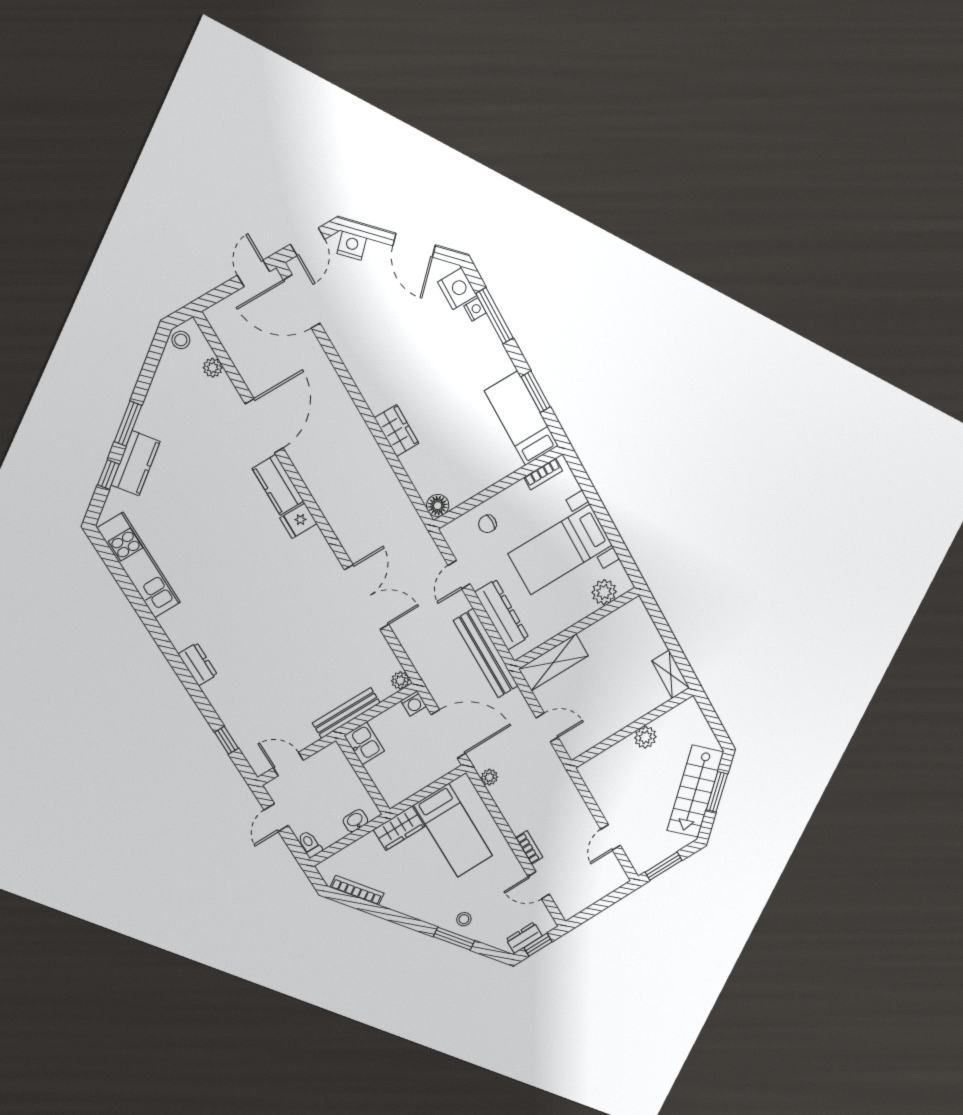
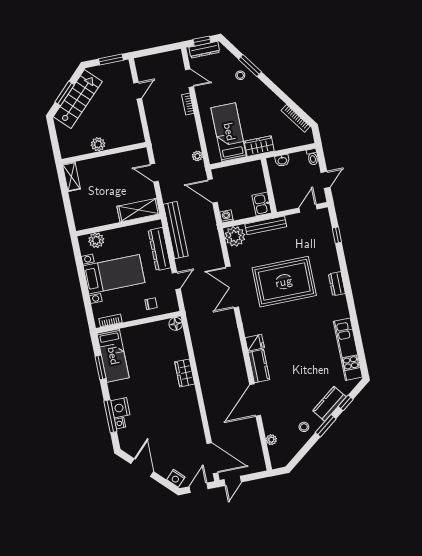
nightstand: (457, 289) -> (120, 408), moved
stool: (181, 340) -> (304, 427), moved
rug: (285, 636) -> (284, 282), added
plant: (400, 680) -> (235, 236), width x1.88, depth x1.88
door: (448, 734) -> (213, 191), width x0.73
door: (288, 764) -> (308, 208), swing flipped
dresser: (524, 938) -> (204, 50), width x1.44

